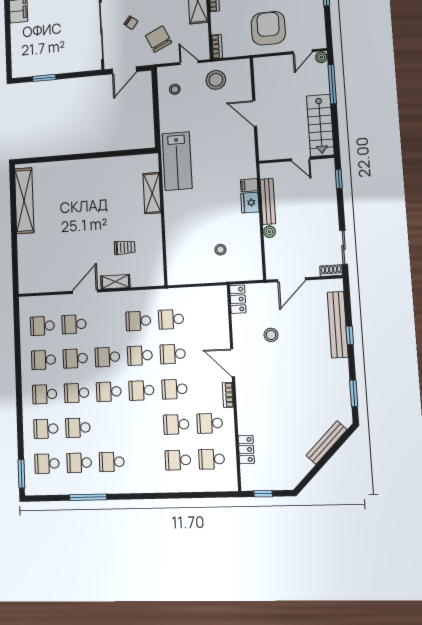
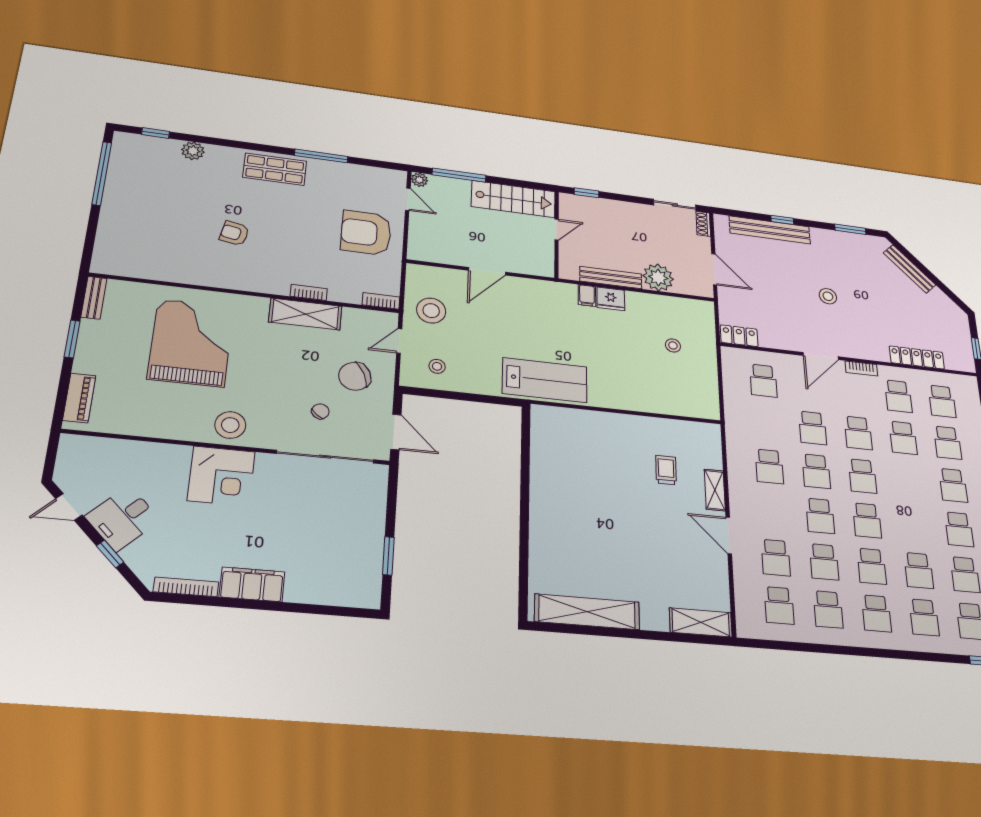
shelving: (152, 193) -> (701, 622), moved
plant: (269, 232) -> (658, 277), width x1.88, depth x1.88
school desk: (171, 319) -> (763, 381), moved
stool: (271, 335) -> (828, 296), moved
locker: (246, 450) -> (917, 357), width x1.53
school desk: (145, 461) -> (953, 485), added

